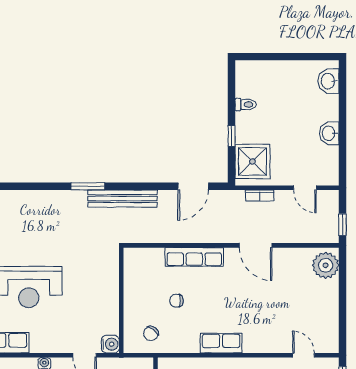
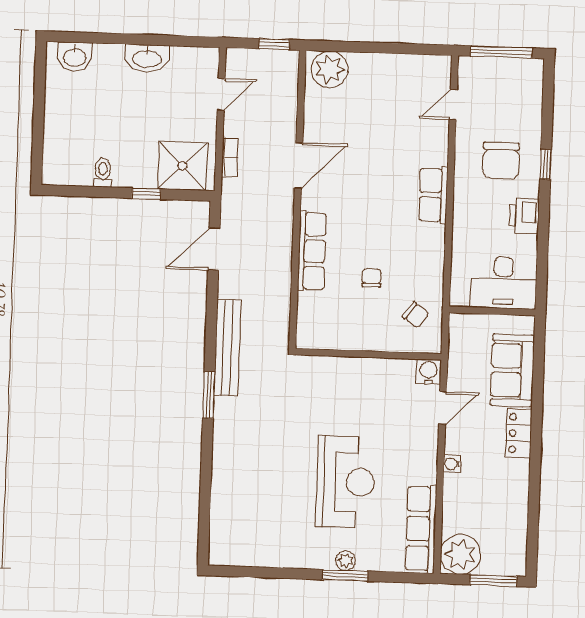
washbasin: (329, 133) -> (147, 58), width x1.38
door: (193, 186) -> (214, 249), swing flipped
chair: (176, 301) -> (371, 278), turned 180
row of seats: (221, 343) -> (433, 195), moved

